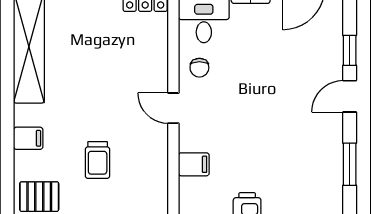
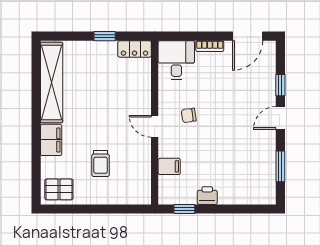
chair: (199, 68) -> (189, 115), moved, turned 82
filing cabinet: (28, 138) -> (51, 140), width x2.00

